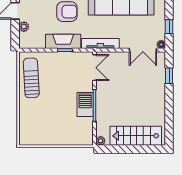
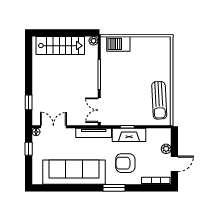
barbecue: (85, 105) -> (118, 44), moved, turned 90

